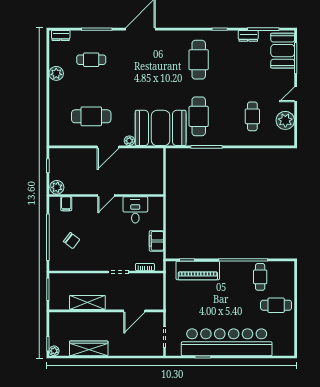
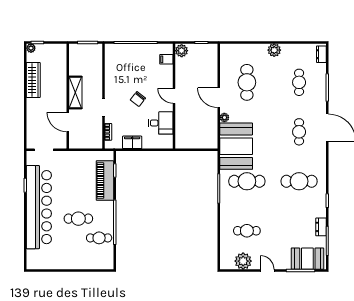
cafe table: (145, 60) -> (299, 132), added
plant: (56, 73) -> (274, 50), moved
chair: (72, 241) -> (138, 99), moved
shelving: (87, 303) -> (75, 93), moved
cafe table: (276, 305) -> (78, 219), moved, turned 90

